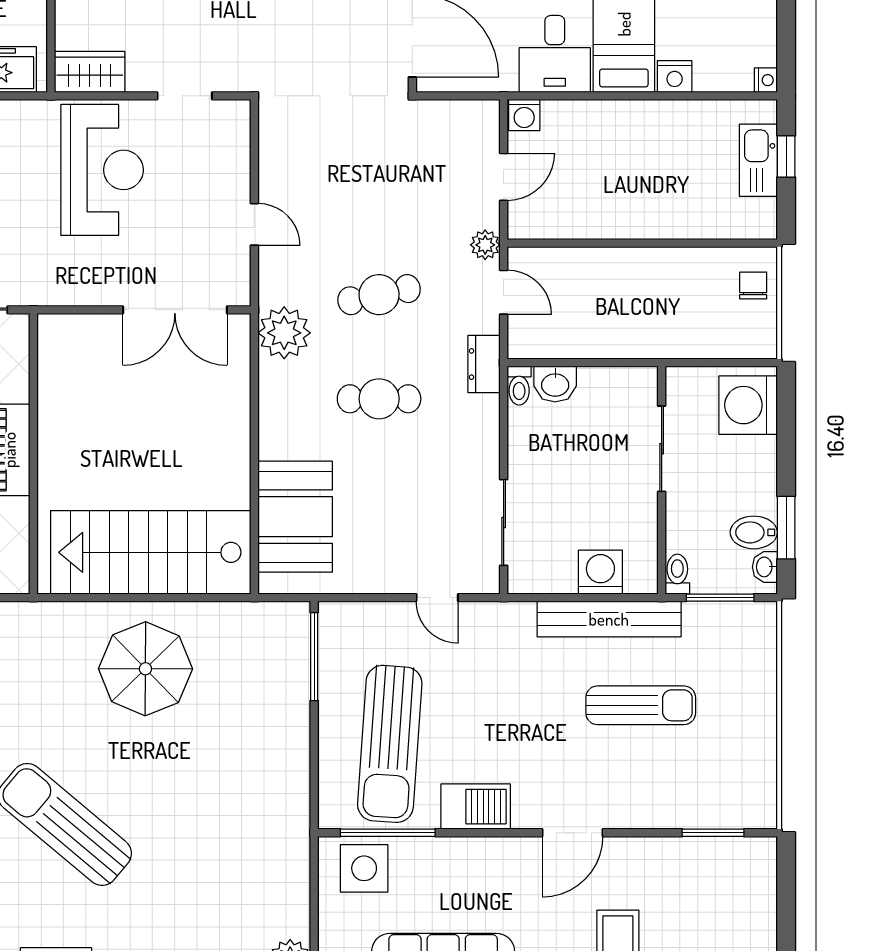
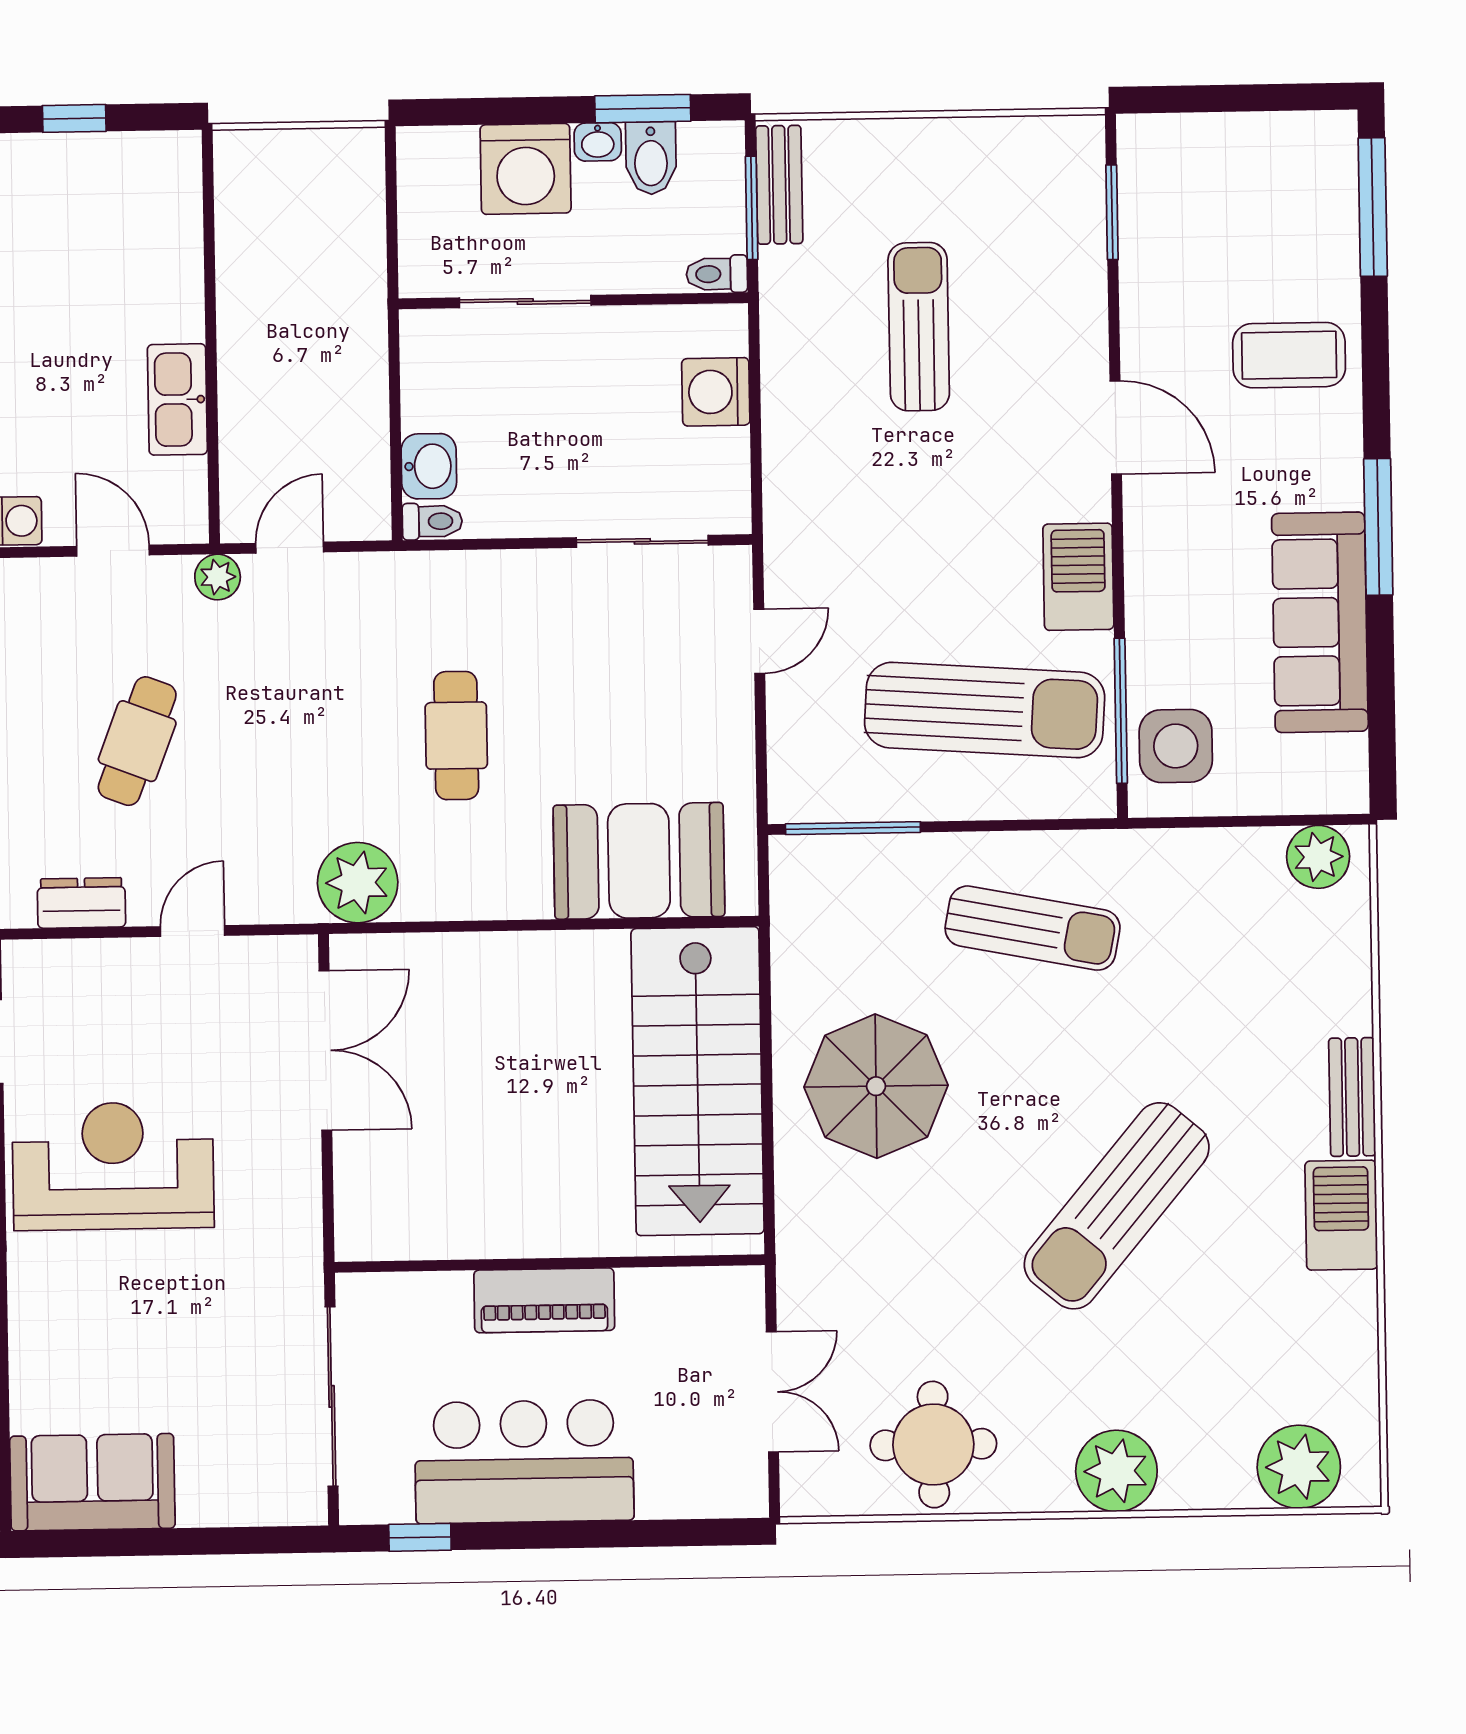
kitchen sink: (758, 160) -> (177, 399), moved, turned 90
chair: (753, 286) -> (273, 166), removed
cafe table: (379, 295) -> (137, 741), moved, turned 33
dresser: (484, 364) -> (81, 903), moved, turned 180
washing machine: (748, 405) -> (526, 169), moved
washbasin: (765, 567) -> (598, 142), moved
bench: (609, 619) -> (779, 185), moved, width x0.54, depth x0.82
sun lounger: (247, 773) -> (1033, 928), added

